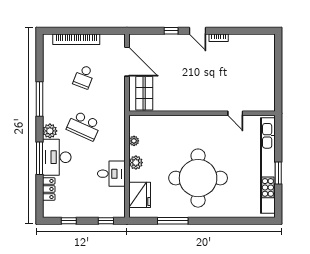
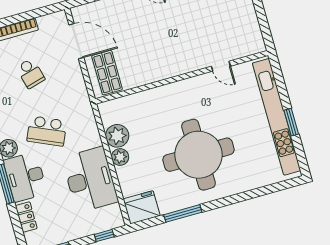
school desk: (84, 77) -> (31, 73), turned -36
plant: (134, 141) -> (117, 136), width x1.87, depth x1.87
desk: (111, 174) -> (90, 180), width x1.87, depth x1.30
fridge: (140, 195) -> (142, 207), moved, turned -90

